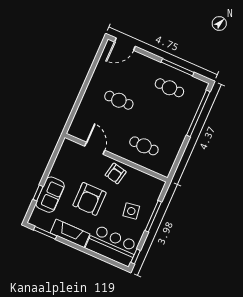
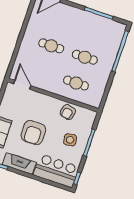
cafe table: (169, 88) -> (85, 57), moved
door: (95, 148) -> (22, 85), moved
armchair: (116, 173) -> (68, 112), moved

